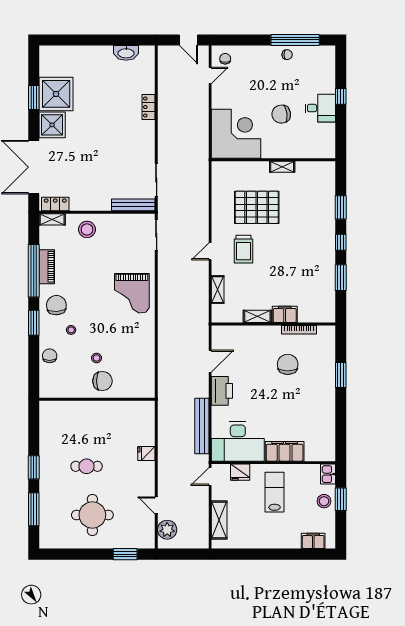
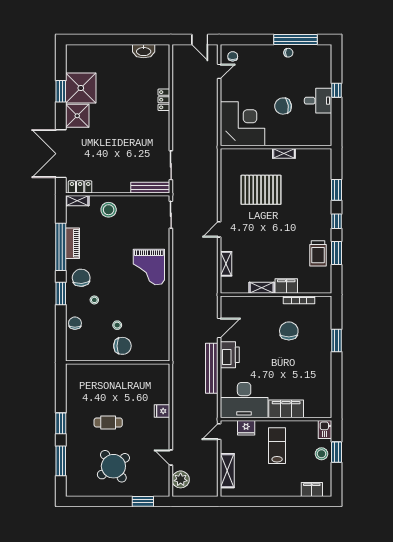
trolley: (243, 249) -> (318, 253), moved
bench: (202, 426) -> (212, 368), moved
round table: (92, 515) -> (113, 466), turned -36

